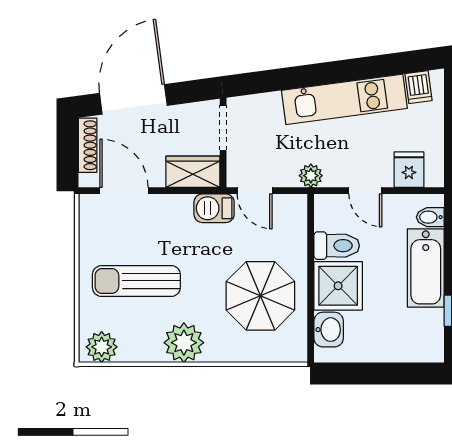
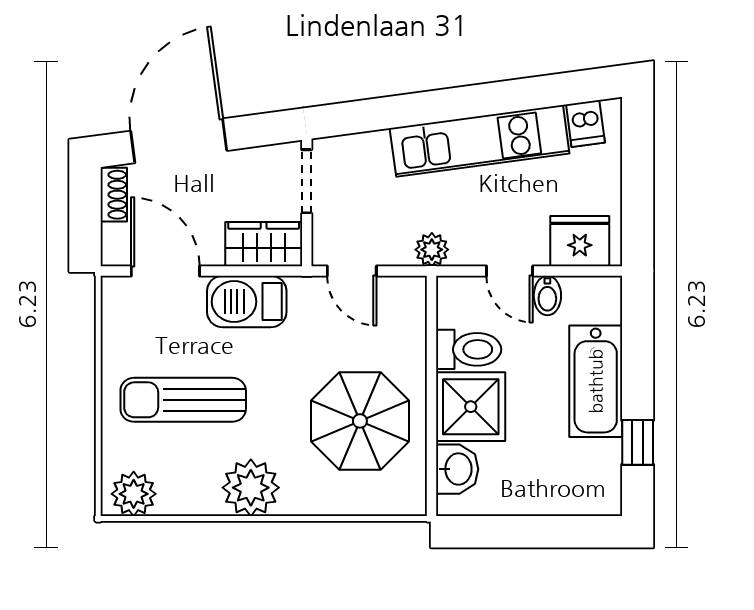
shoe rack: (88, 145) -> (114, 195), width x0.70
fridge: (409, 170) -> (580, 241), width x1.38
barbecue: (214, 208) -> (247, 302), moved, width x1.38, depth x1.27
bidet: (430, 217) -> (547, 296), moved, turned -90

